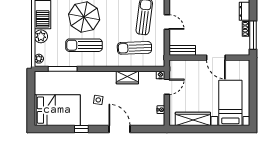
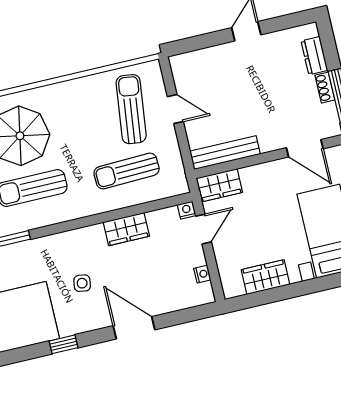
bench: (182, 50) -> (225, 153), width x1.36
door: (216, 58) -> (305, 148), moved
wardrobe: (180, 66) -> (219, 185), added
wardrobe: (193, 119) -> (266, 277), width x0.67

